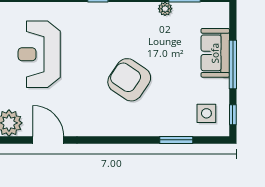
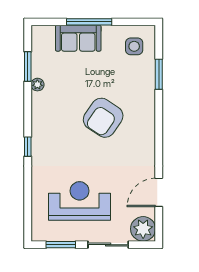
reception desk: (39, 54) -> (80, 201), turned 180
window: (233, 115) -> (135, 22), removed

